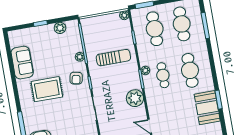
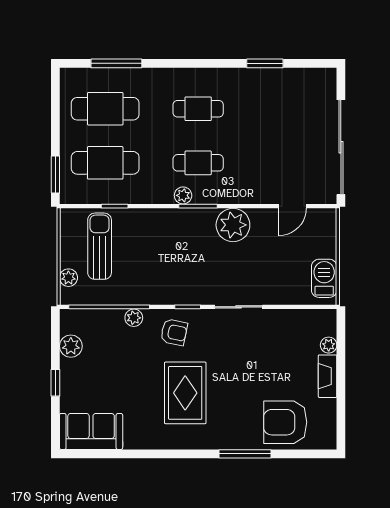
plant: (124, 15) -> (68, 278), moved
sun lounger: (113, 58) -> (100, 246), moved
sofa: (22, 63) -> (91, 431), moved
cafe table: (190, 70) -> (198, 109), width x0.73, depth x0.74
booth: (207, 108) -> (276, 88), removed

